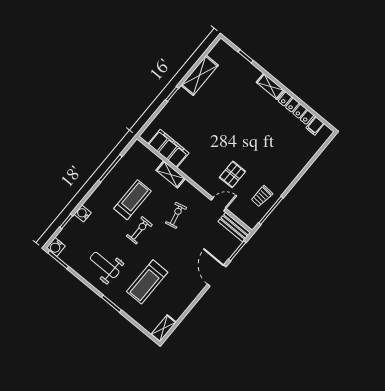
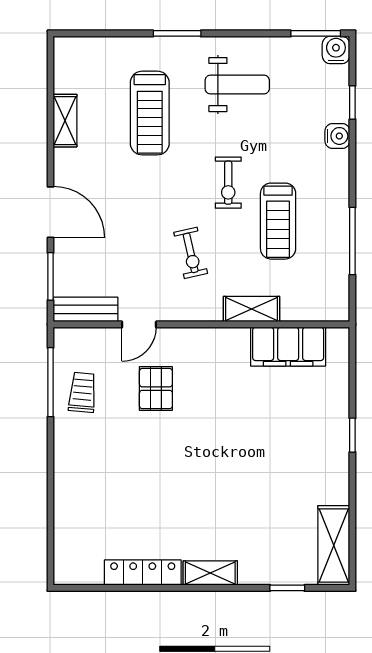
shelving: (200, 75) -> (334, 545), moved
filing cabinet: (315, 126) -> (91, 570), removed
treadmill: (147, 282) -> (150, 113), turned 180
shelving: (164, 328) -> (65, 121), moved

